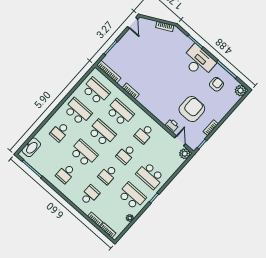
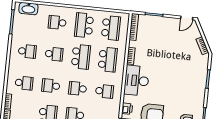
desk: (198, 61) -> (137, 81), moved, turned 180
school desk: (78, 111) -> (84, 25), turned 180
school desk: (144, 134) -> (104, 91), turned 180
school desk: (84, 153) -> (54, 54), width x0.54
school desk: (66, 174) -> (27, 51), turned 180

